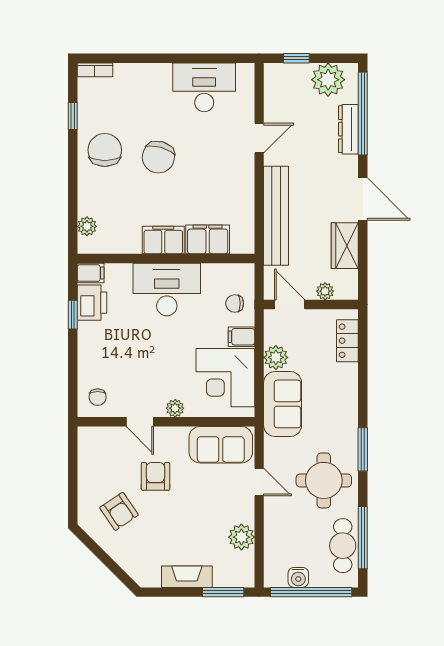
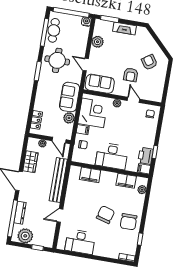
filing cabinet: (163, 240) -> (126, 181), moved
water cooler: (298, 577) -> (86, 22), moved

